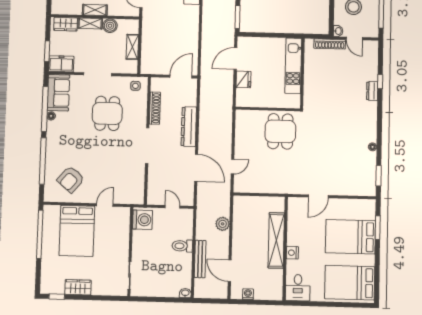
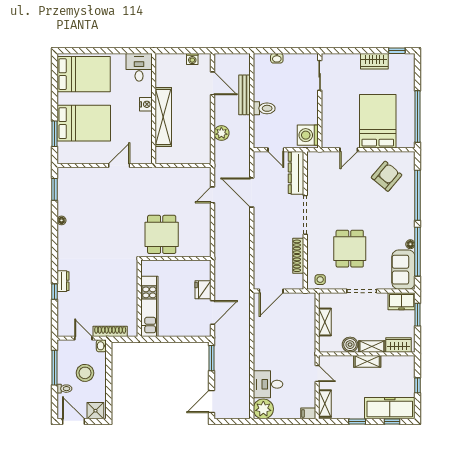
dresser: (189, 127) -> (296, 173), moved, turned 180
washbasin: (185, 293) -> (277, 58), moved

